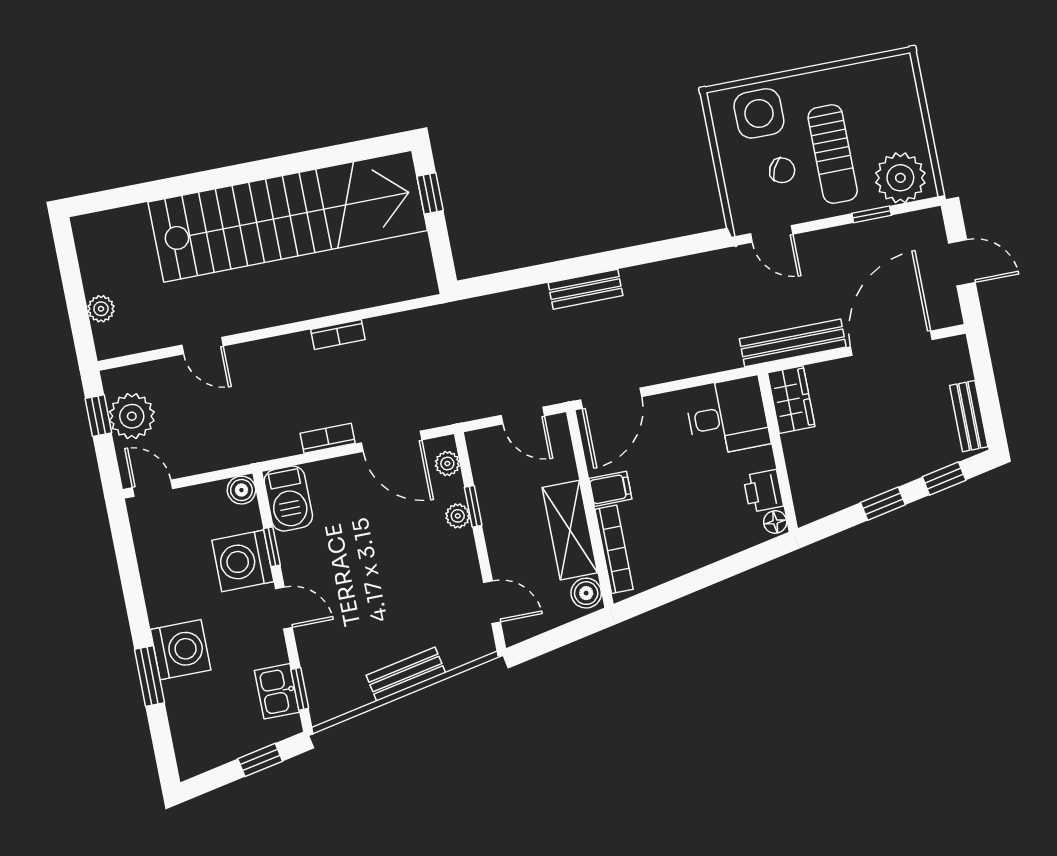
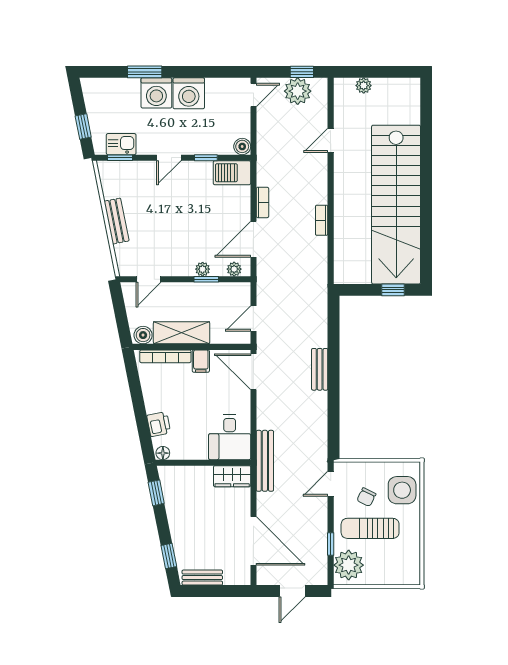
bench: (793, 343) -> (265, 461), moved
printer: (763, 491) -> (159, 424), moved, turned 79
window: (883, 504) -> (156, 493), moved
washing machine: (243, 561) -> (189, 93), moved, turned 180

